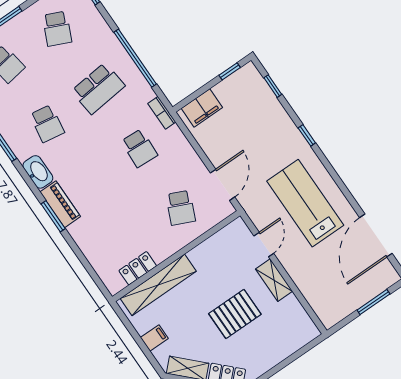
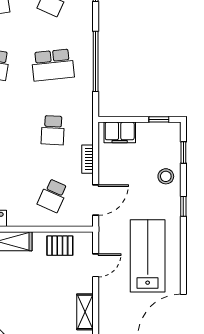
bookcase: (162, 113) -> (87, 159), moved
stool: (272, 119) -> (166, 176), added
shelving: (274, 280) -> (85, 312), moved
pallet: (235, 314) -> (60, 246), moved, width x0.67, depth x0.71

